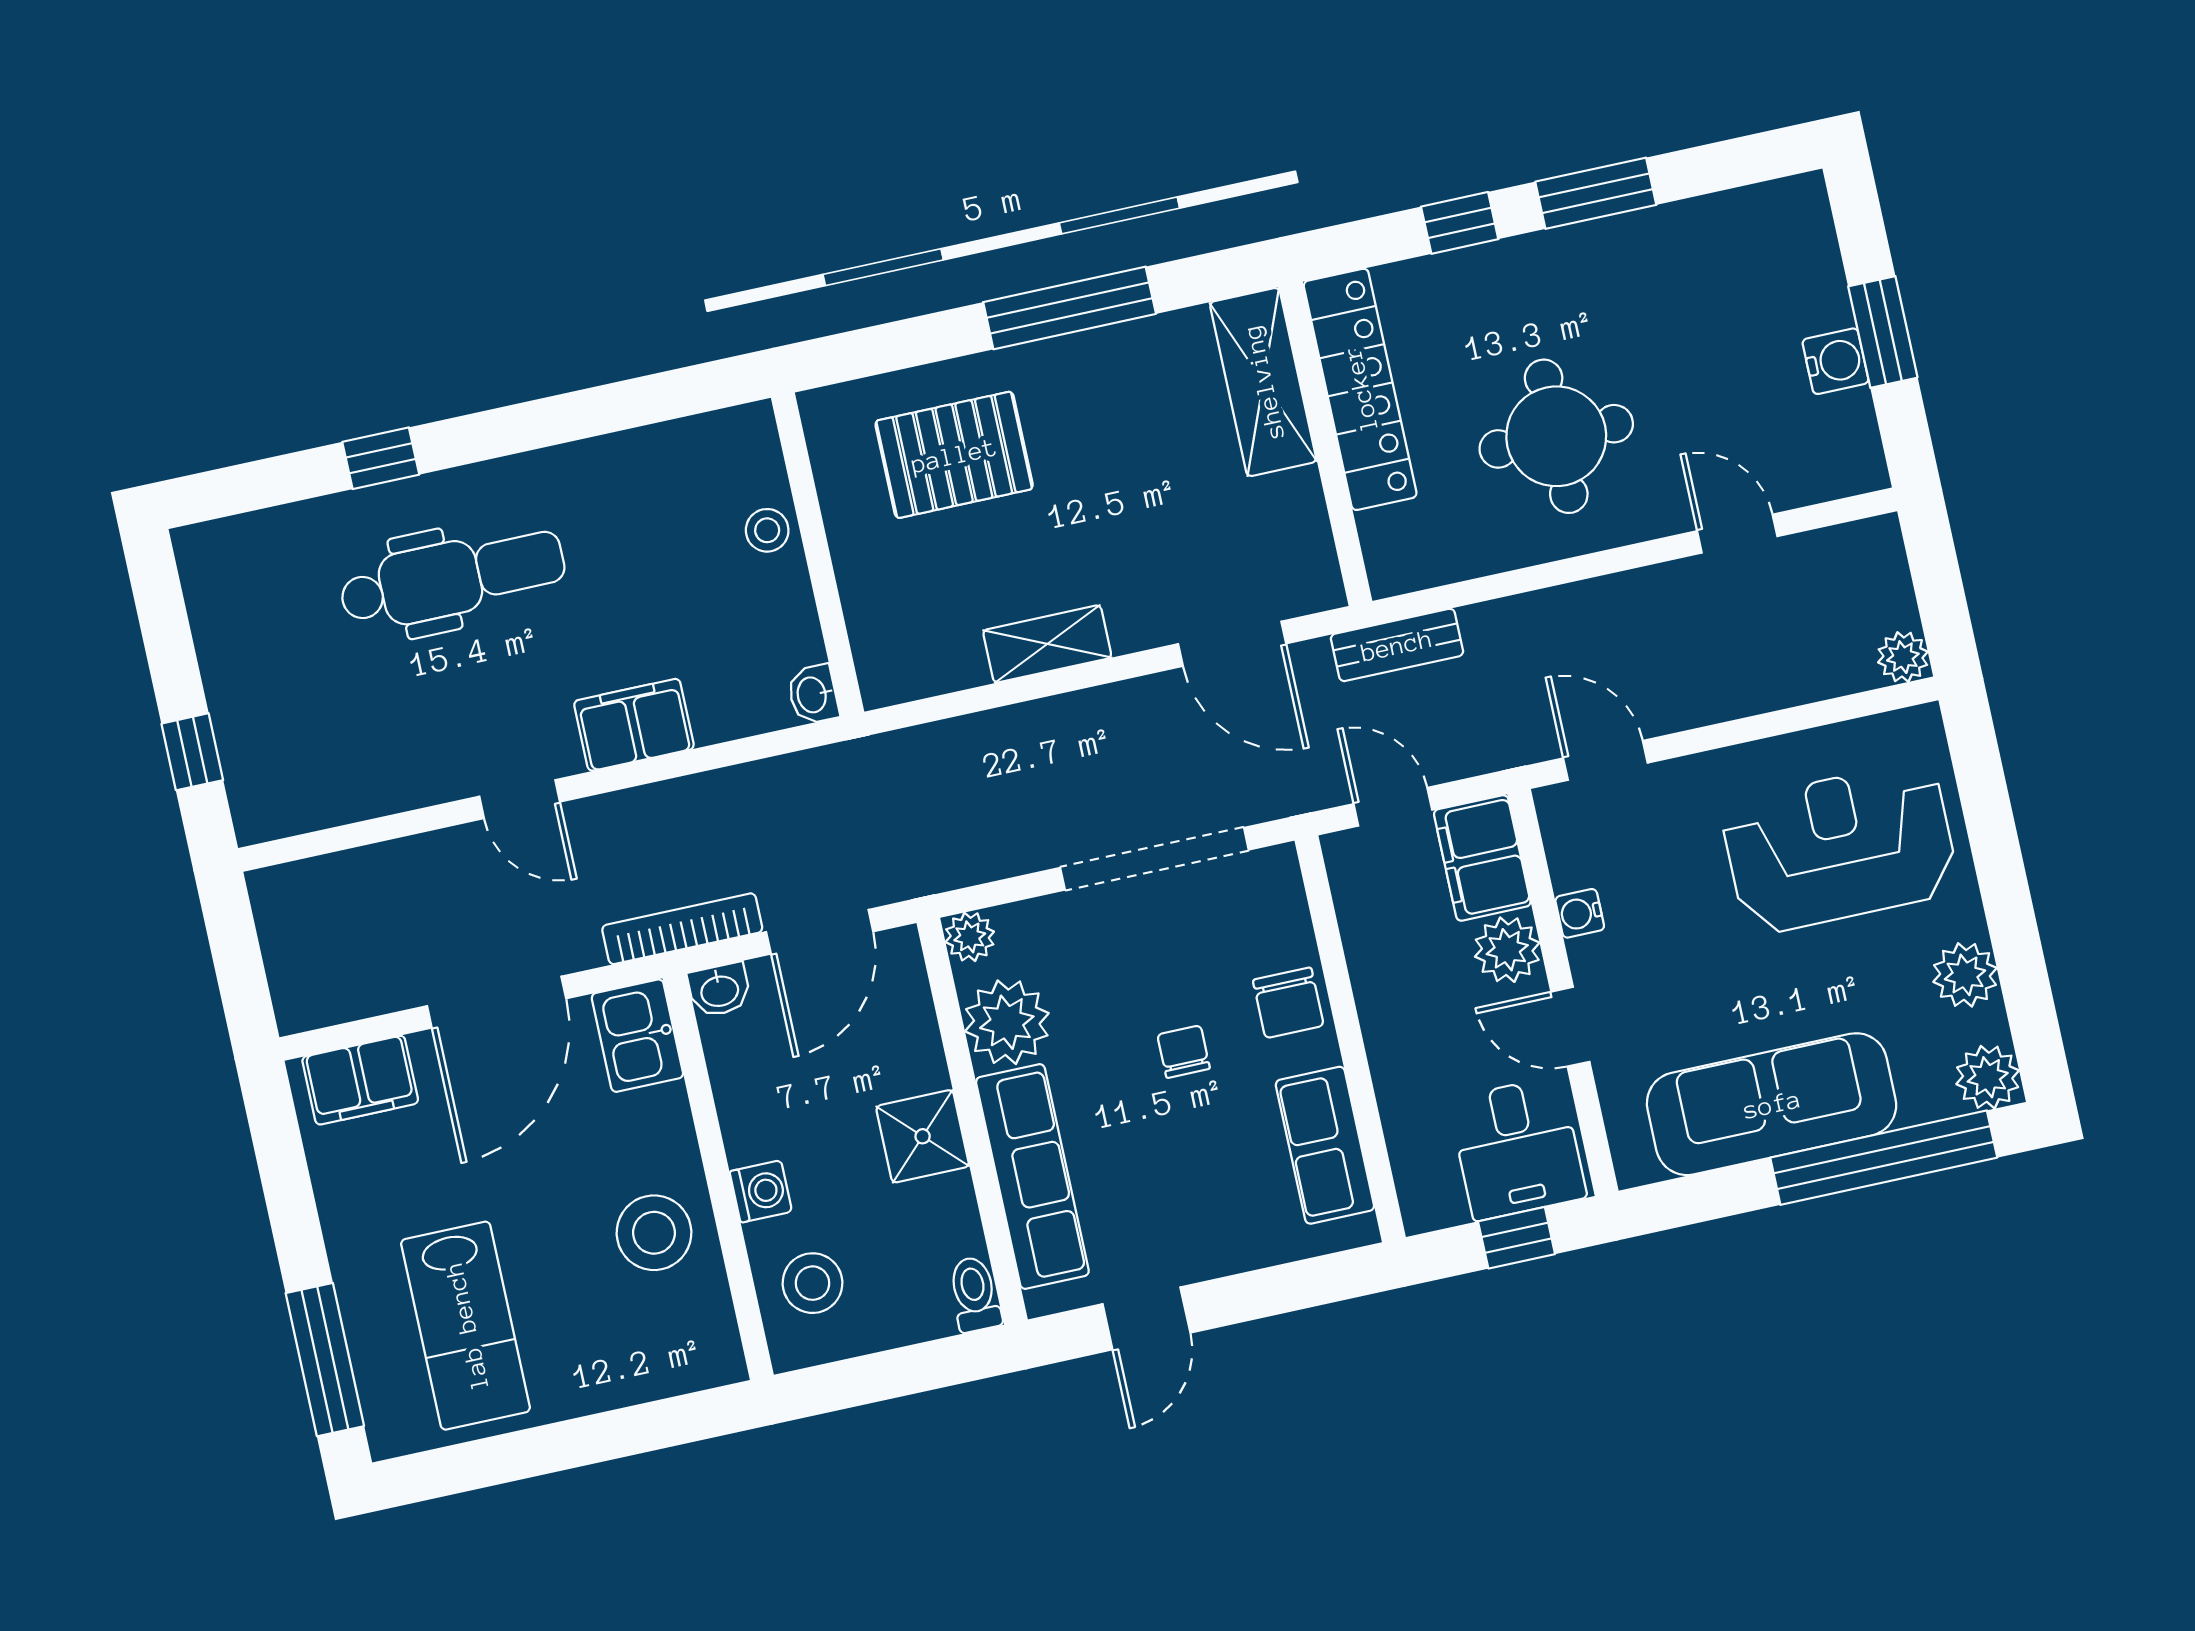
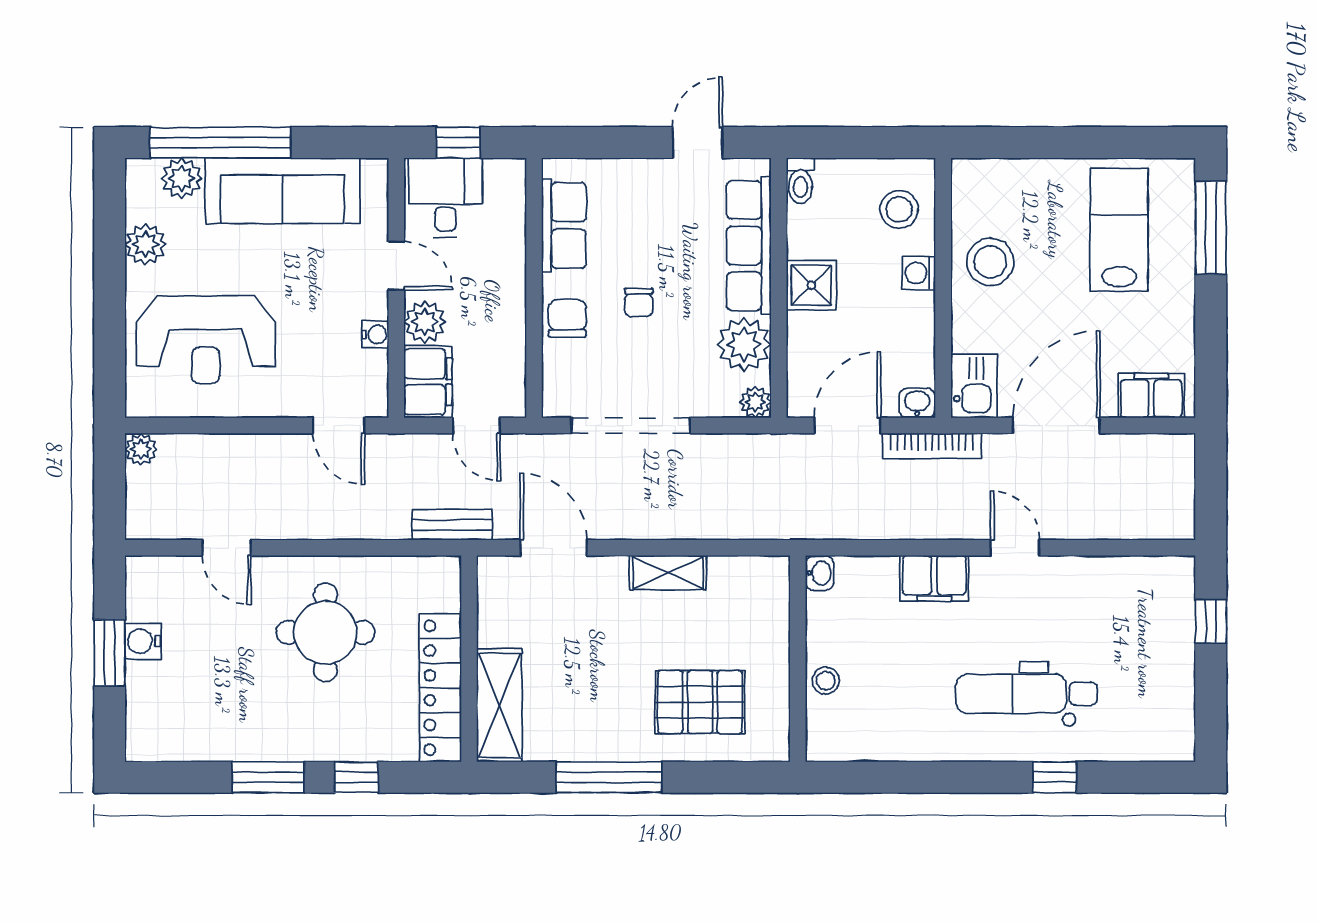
plant: (1988, 1077) -> (182, 178), moved

